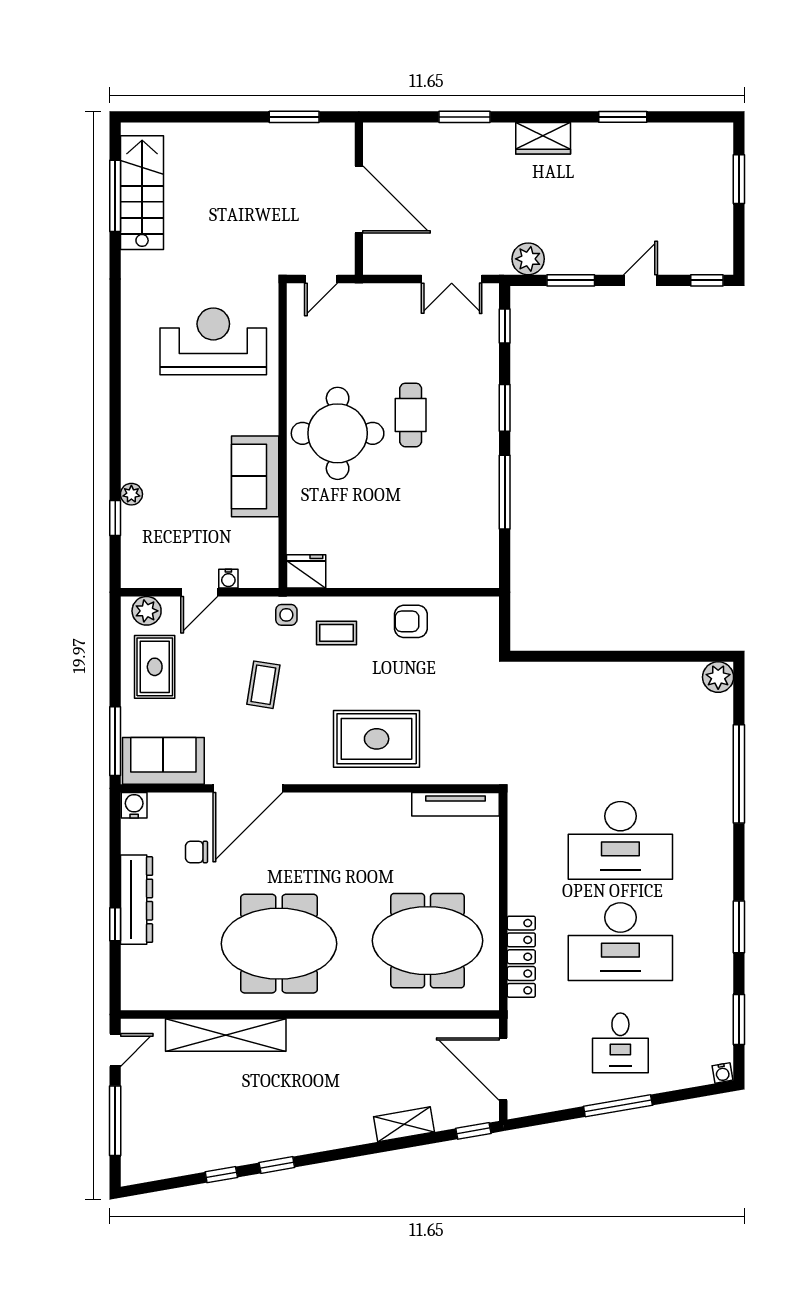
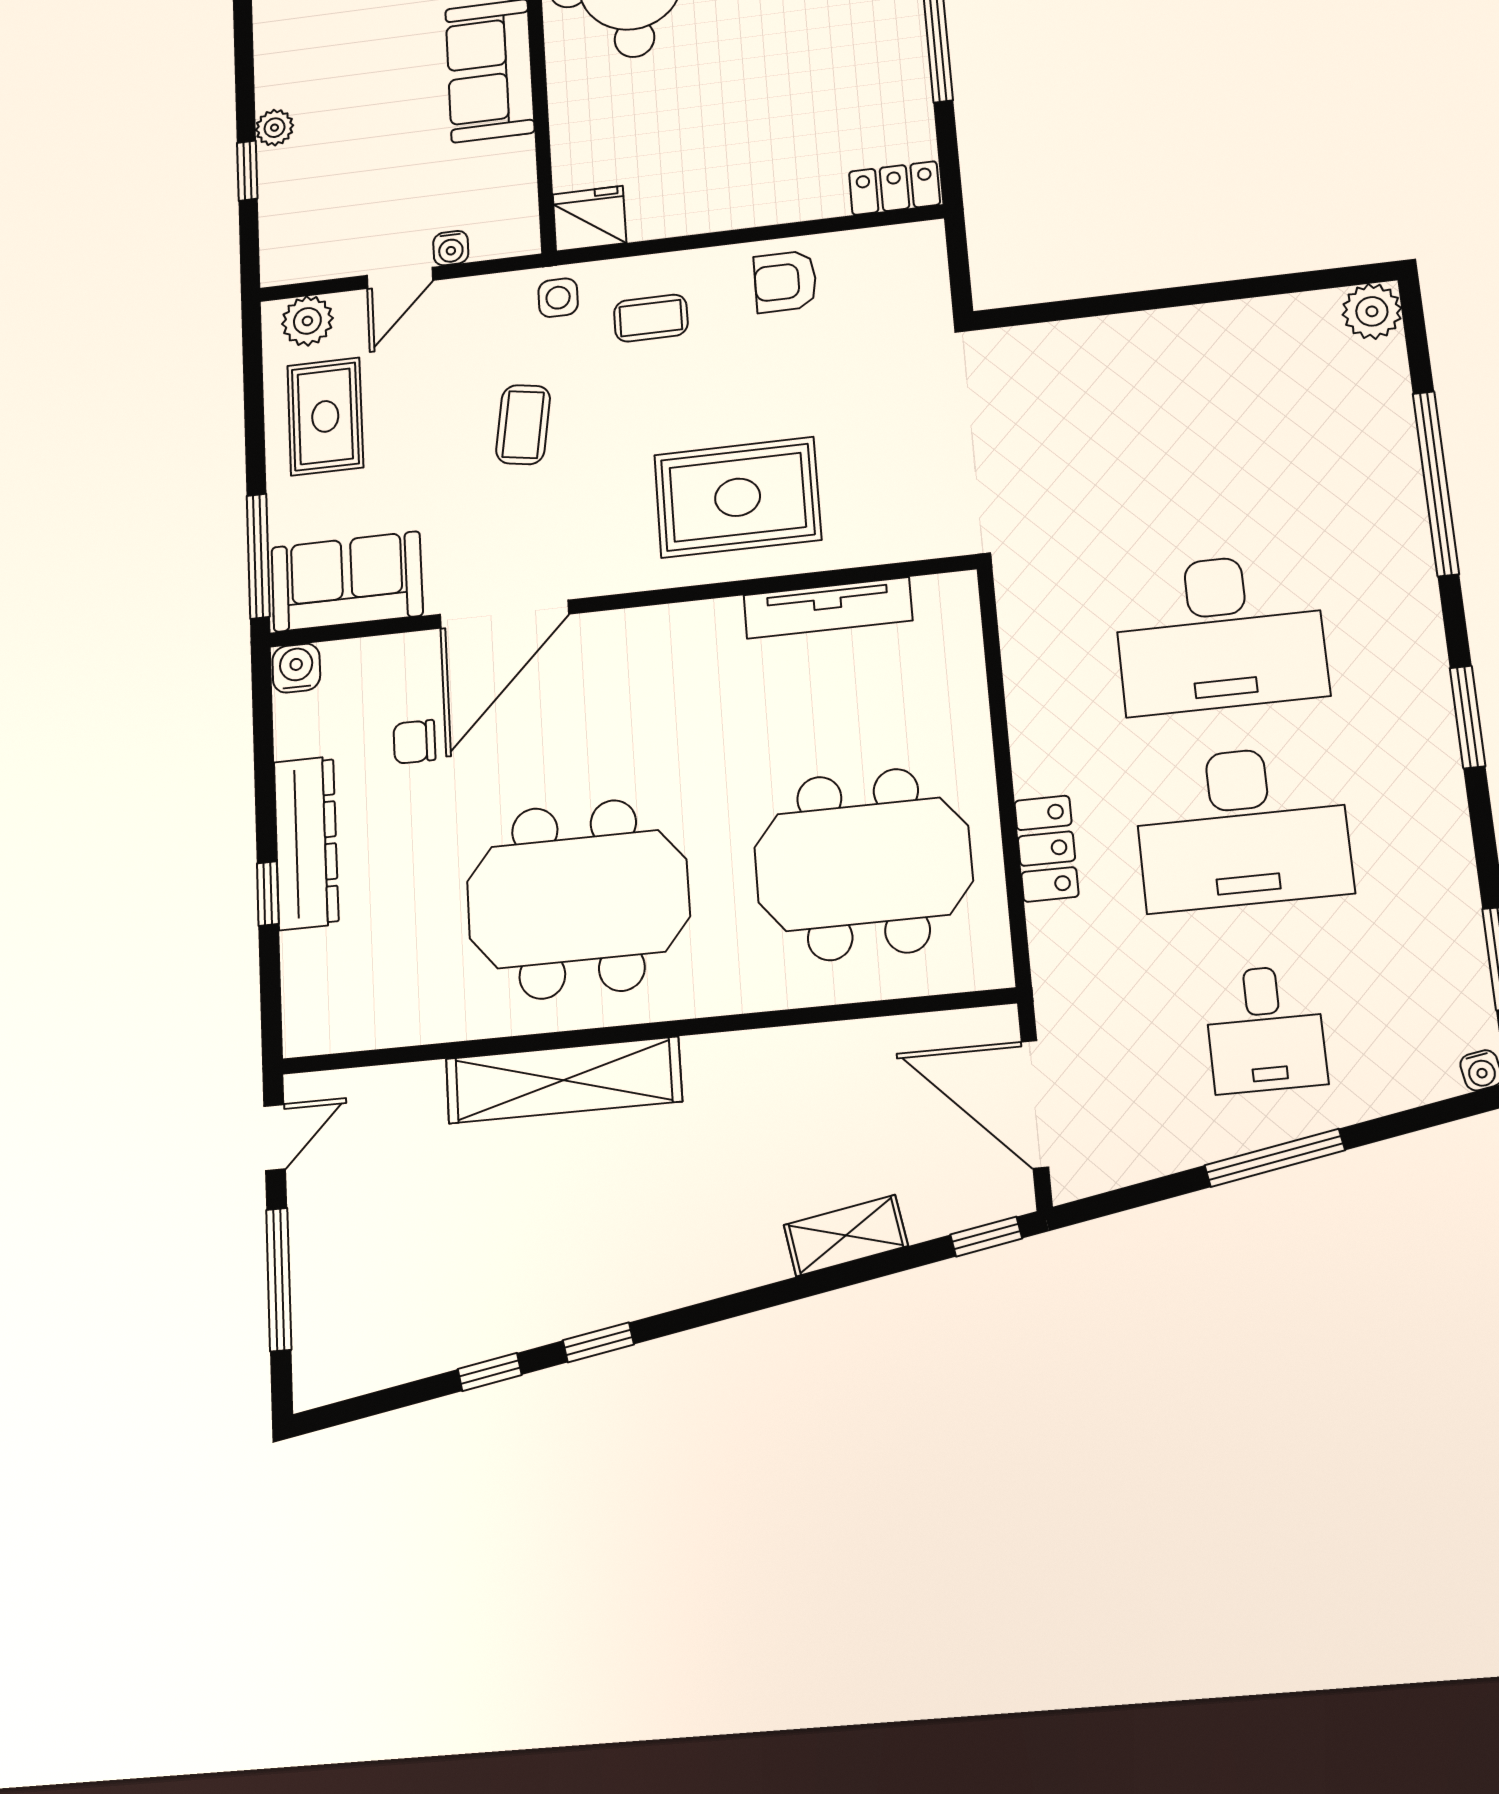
locker: (474, 575) -> (894, 188), added
tv unit: (456, 804) -> (828, 608), moved
window: (739, 927) -> (1468, 717), moved
locker: (521, 957) -> (1046, 849), width x0.66
shelving: (226, 1035) -> (564, 1080), moved

